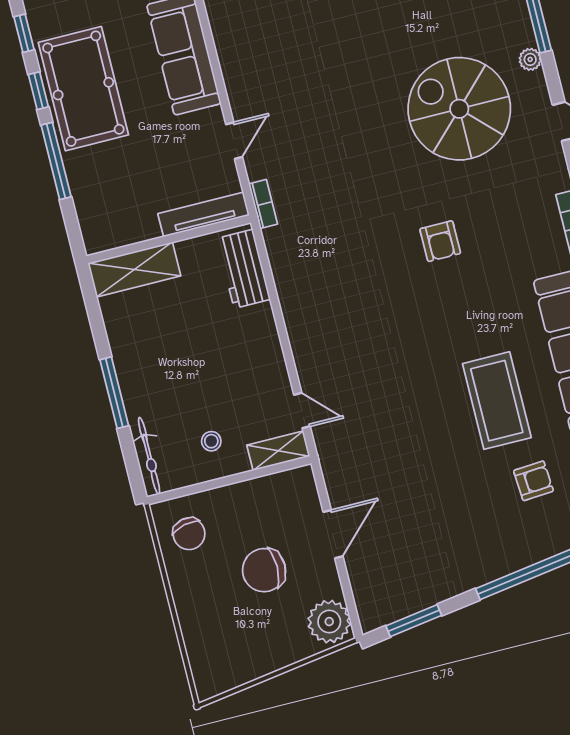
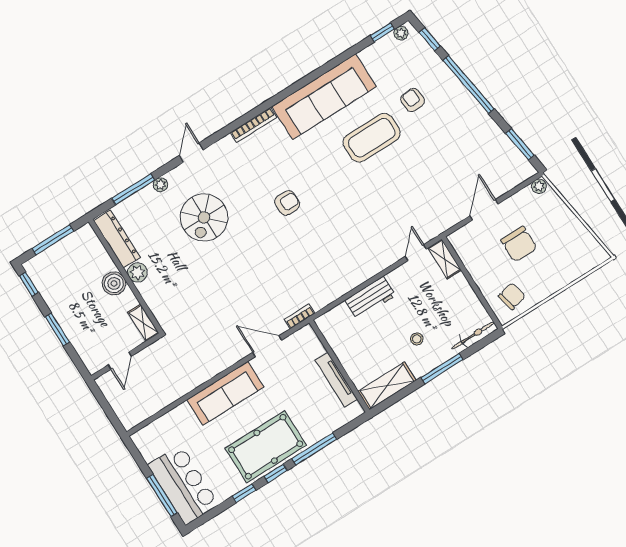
spiral stairs: (459, 109) -> (204, 217), width x0.73, depth x0.73
door: (234, 141) -> (267, 346), width x1.38
tv unit: (204, 215) -> (336, 380), moved
workbench: (243, 269) -> (370, 298), moved
shelving: (134, 270) -> (387, 386), moved, turned 90
stool: (211, 441) -> (417, 339), moved
door: (333, 534) -> (484, 210), hinge flipped
plant: (329, 622) -> (539, 186), width x0.53, depth x0.53

